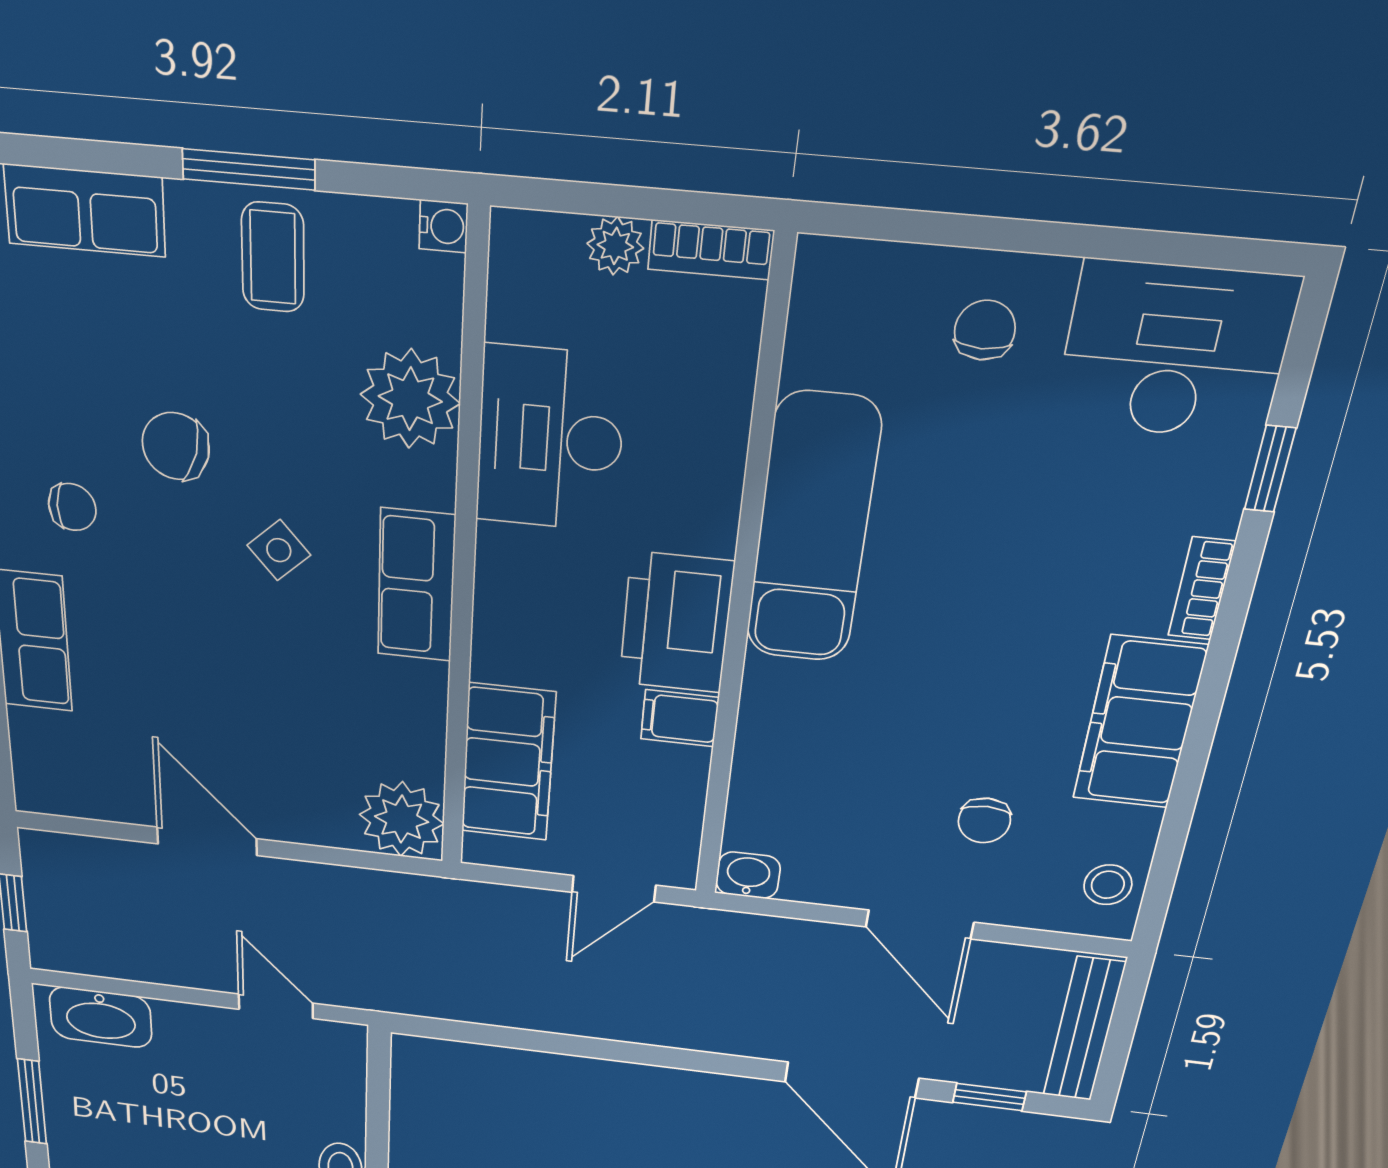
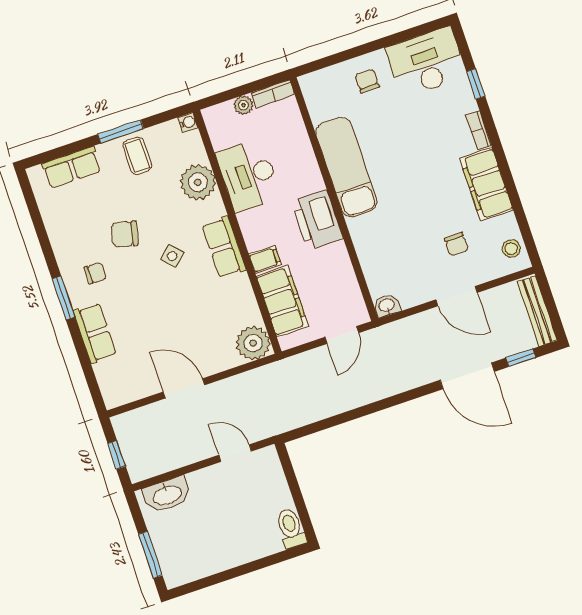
filing cabinet: (680, 718) -> (265, 260), moved, turned 180

